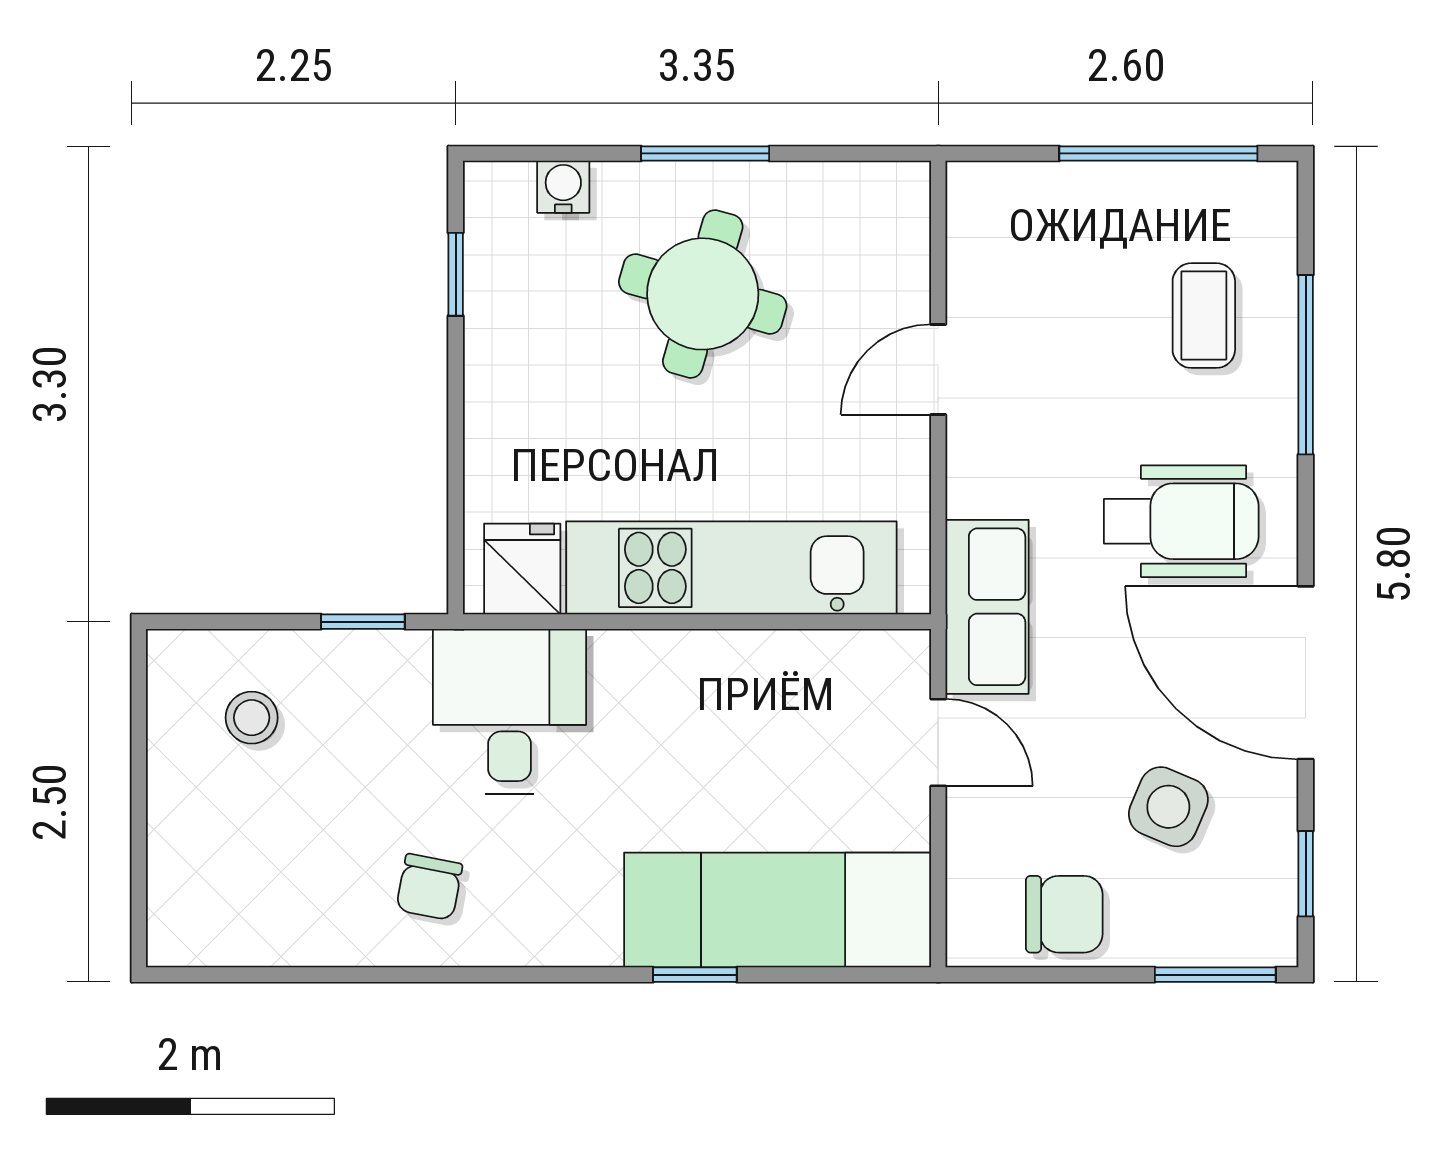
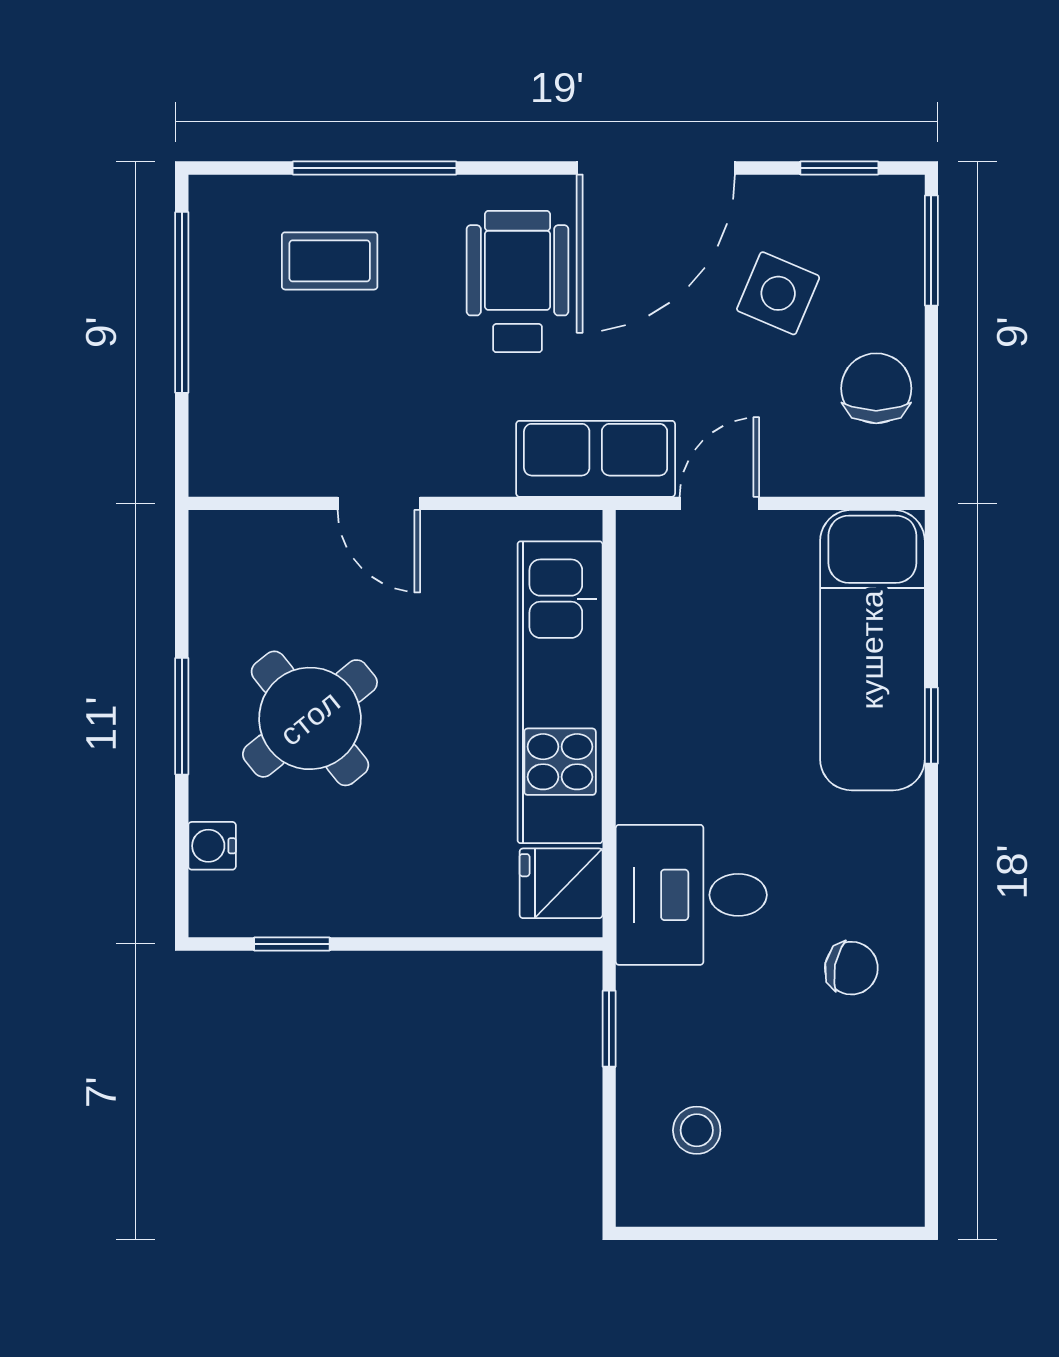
round table: (703, 294) -> (310, 718), turned 35

